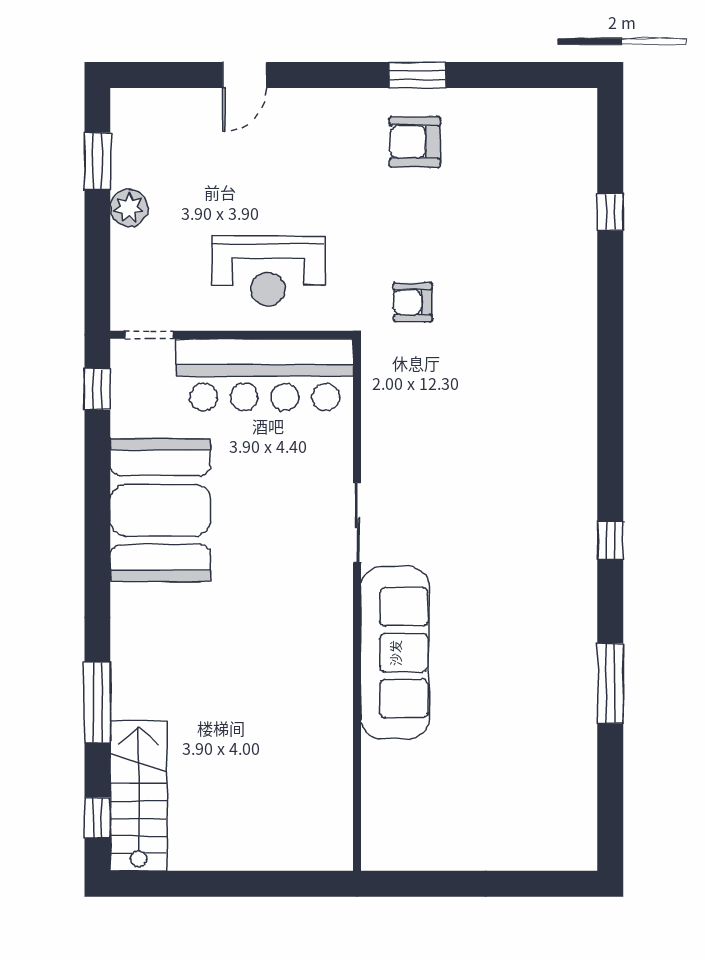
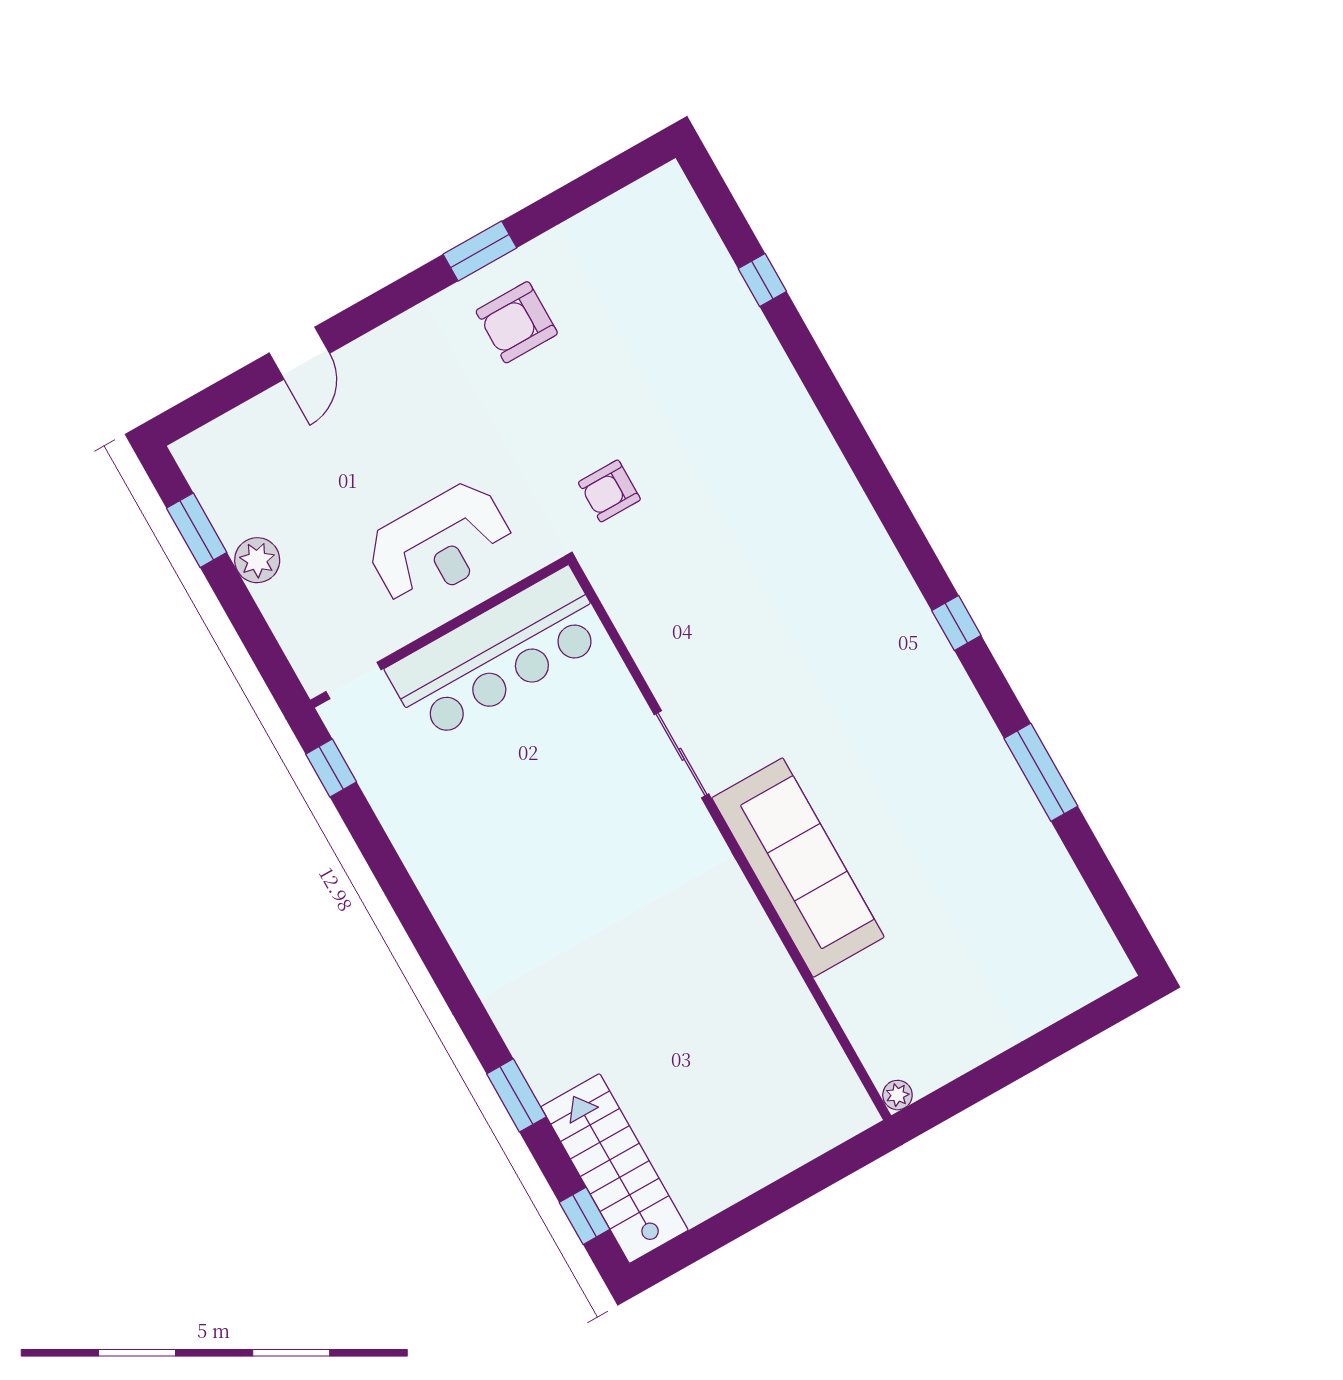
booth: (160, 510) -> (468, 857), removed
window: (97, 702) -> (516, 1095), width x0.69
plant: (374, 859) -> (897, 1095), added

